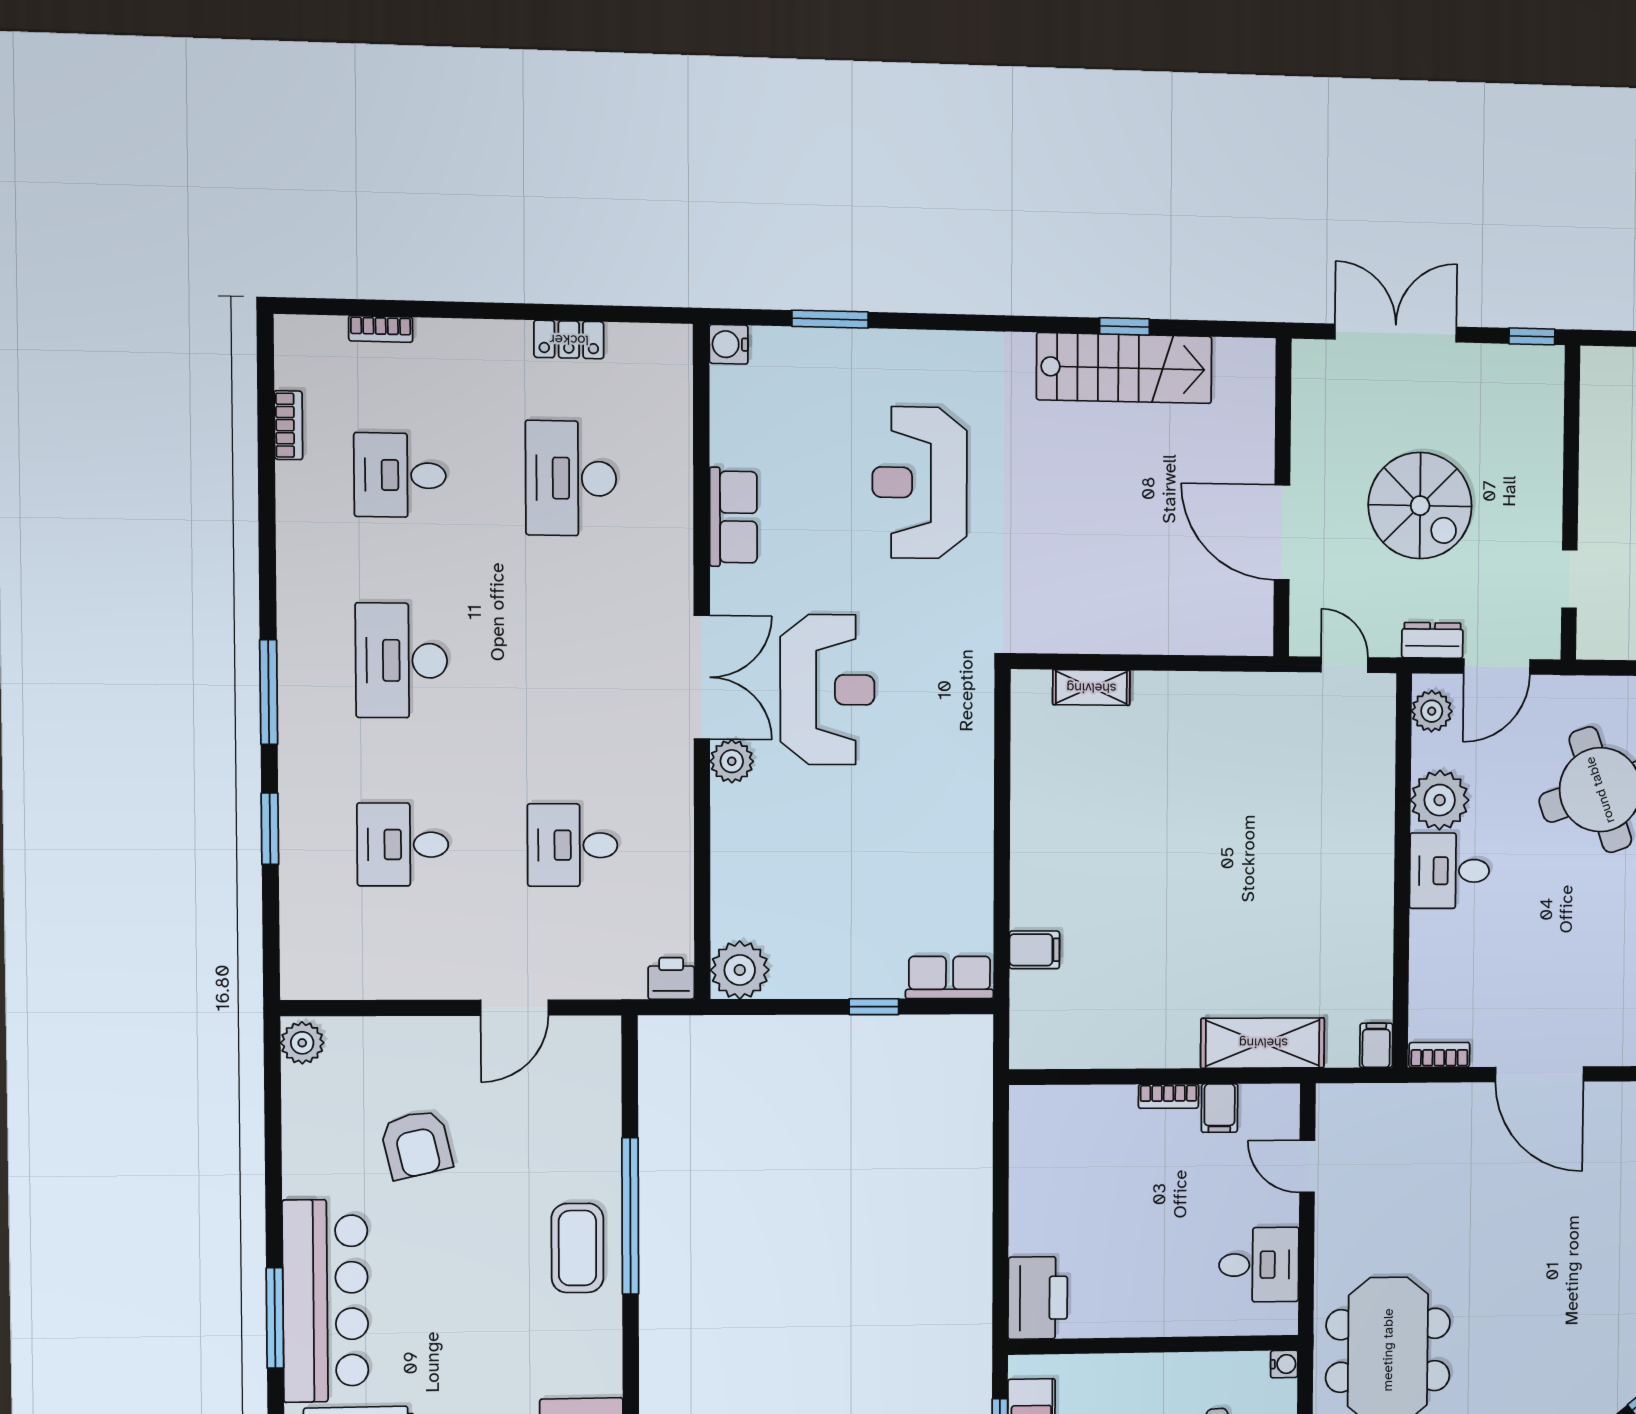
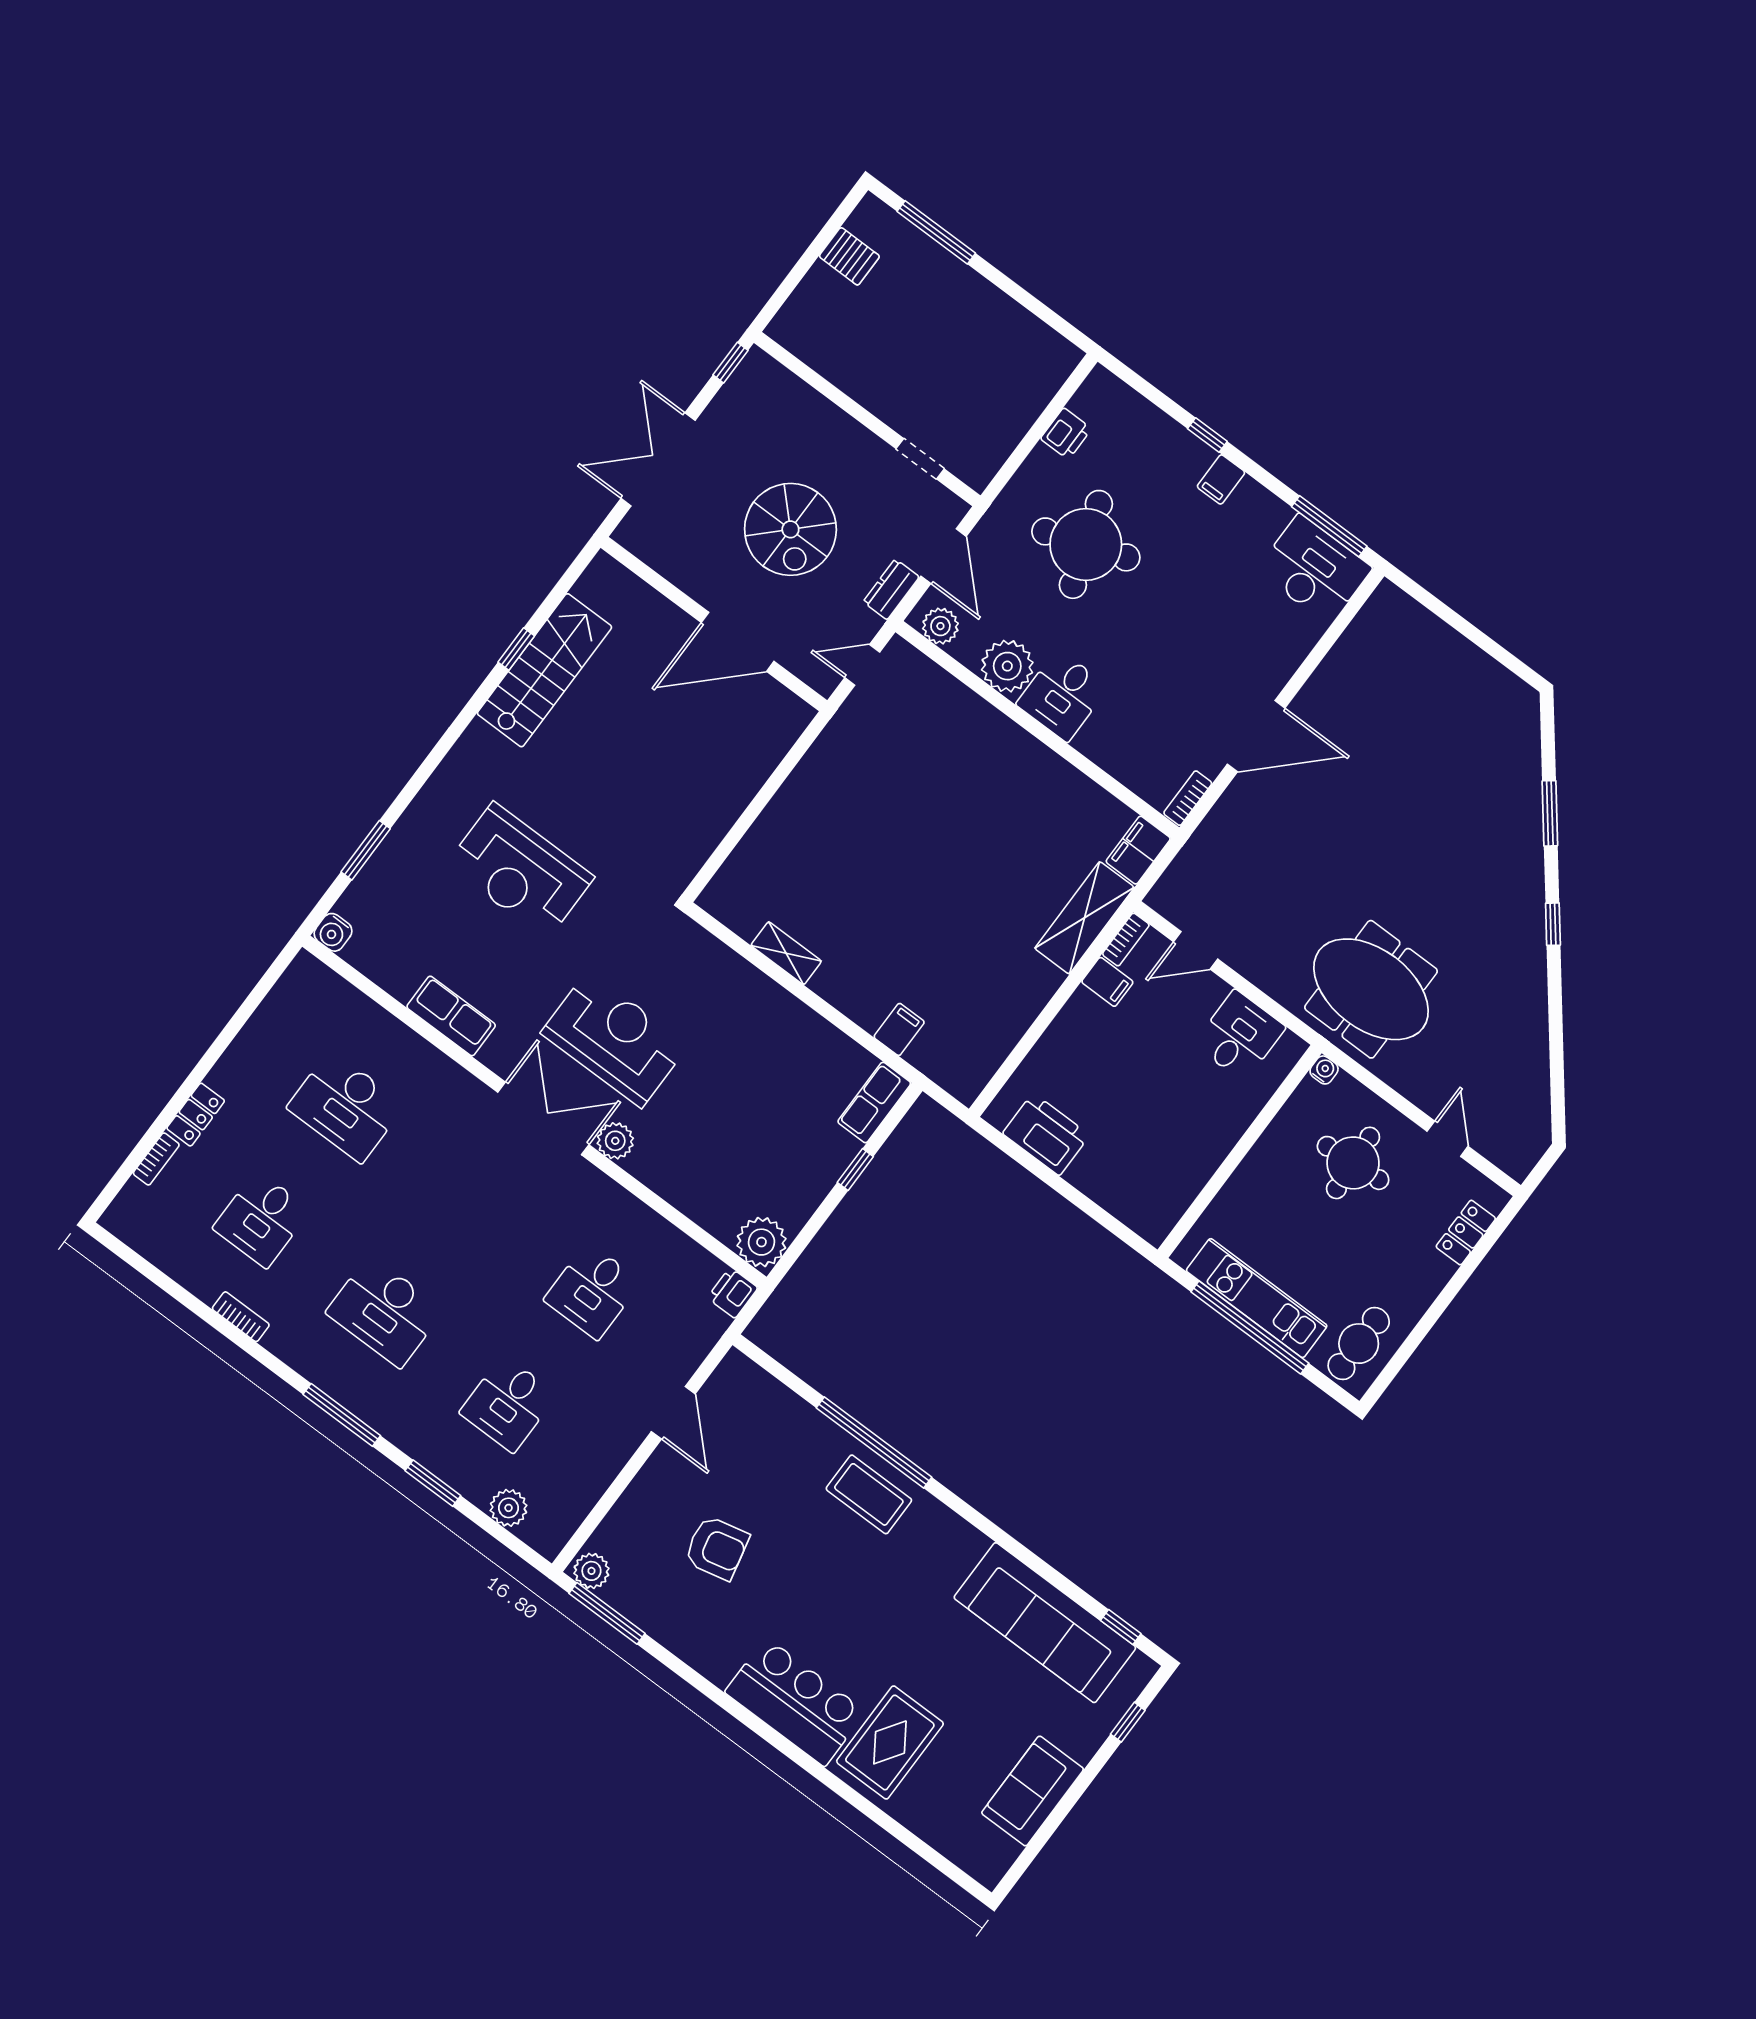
locker: (569, 340) -> (196, 1115), moved
bookcase: (288, 425) -> (241, 1317), moved
spiral stairs: (1420, 506) -> (790, 529), turned 90
shelving: (1091, 688) -> (786, 953), moved, turned 90
plant: (302, 919) -> (509, 1508), added
filing cabinet: (1376, 1045) -> (1138, 850), width x2.00
bookcase: (1169, 1096) -> (1126, 939), moved
printer: (1038, 1298) -> (1046, 1134), moved
bar counter: (325, 1301) -> (795, 1702), width x0.73
window: (275, 1318) -> (607, 1613), moved

